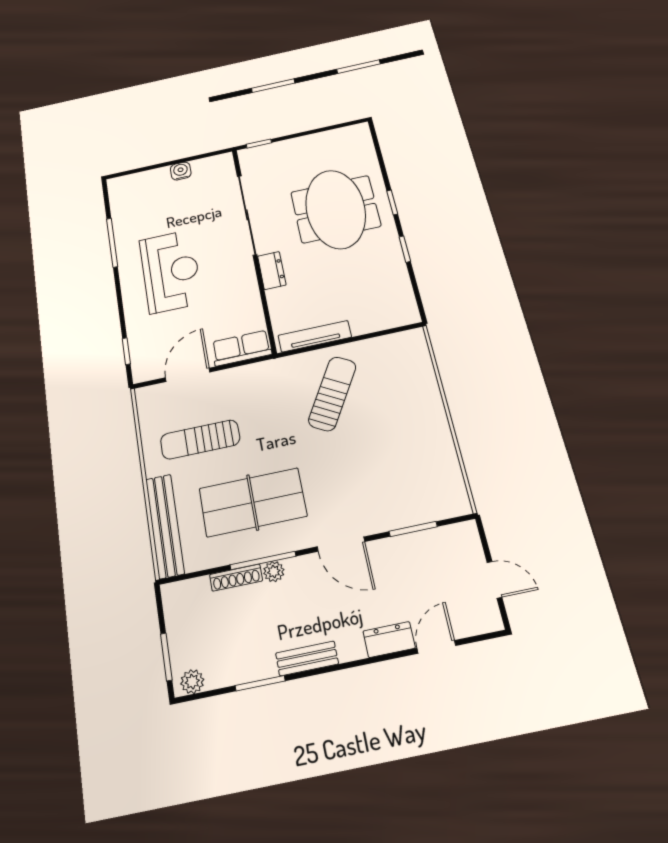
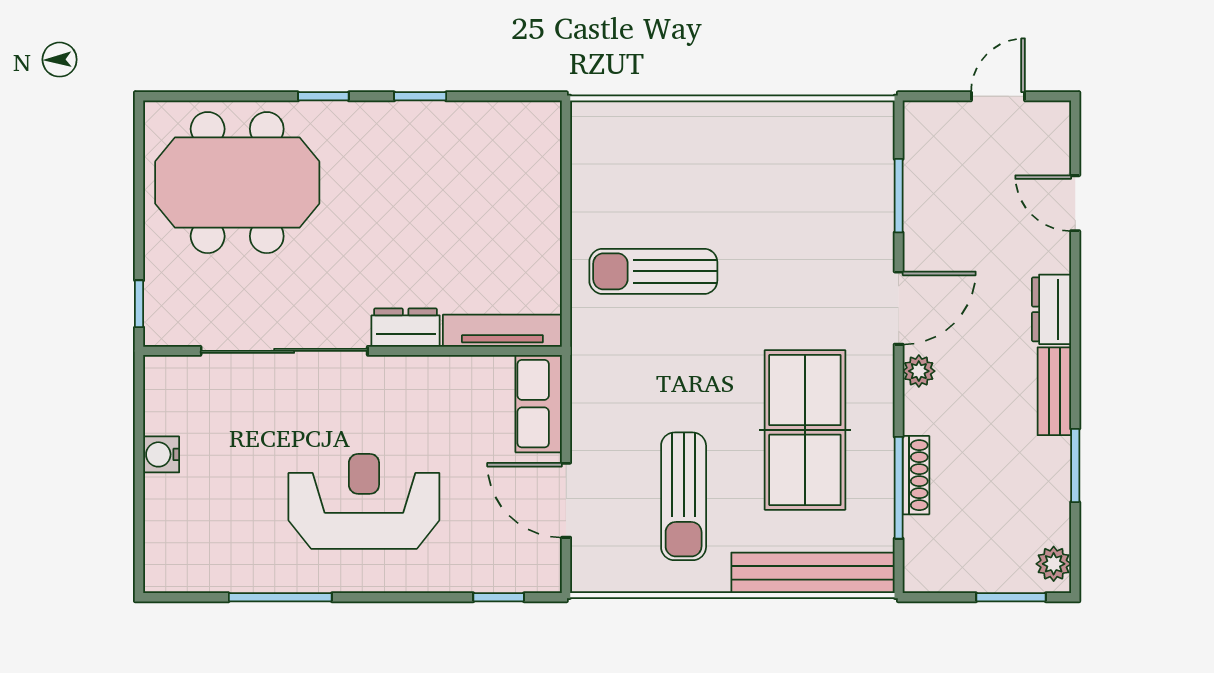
meeting table: (336, 209) -> (237, 183), moved
tv unit: (315, 336) -> (502, 331), moved, turned 90
sun lounger: (332, 394) -> (653, 271), turned -30
window: (263, 560) -> (899, 488), moved
plant: (274, 572) -> (919, 371), moved
dresser: (389, 640) -> (1052, 309), moved

